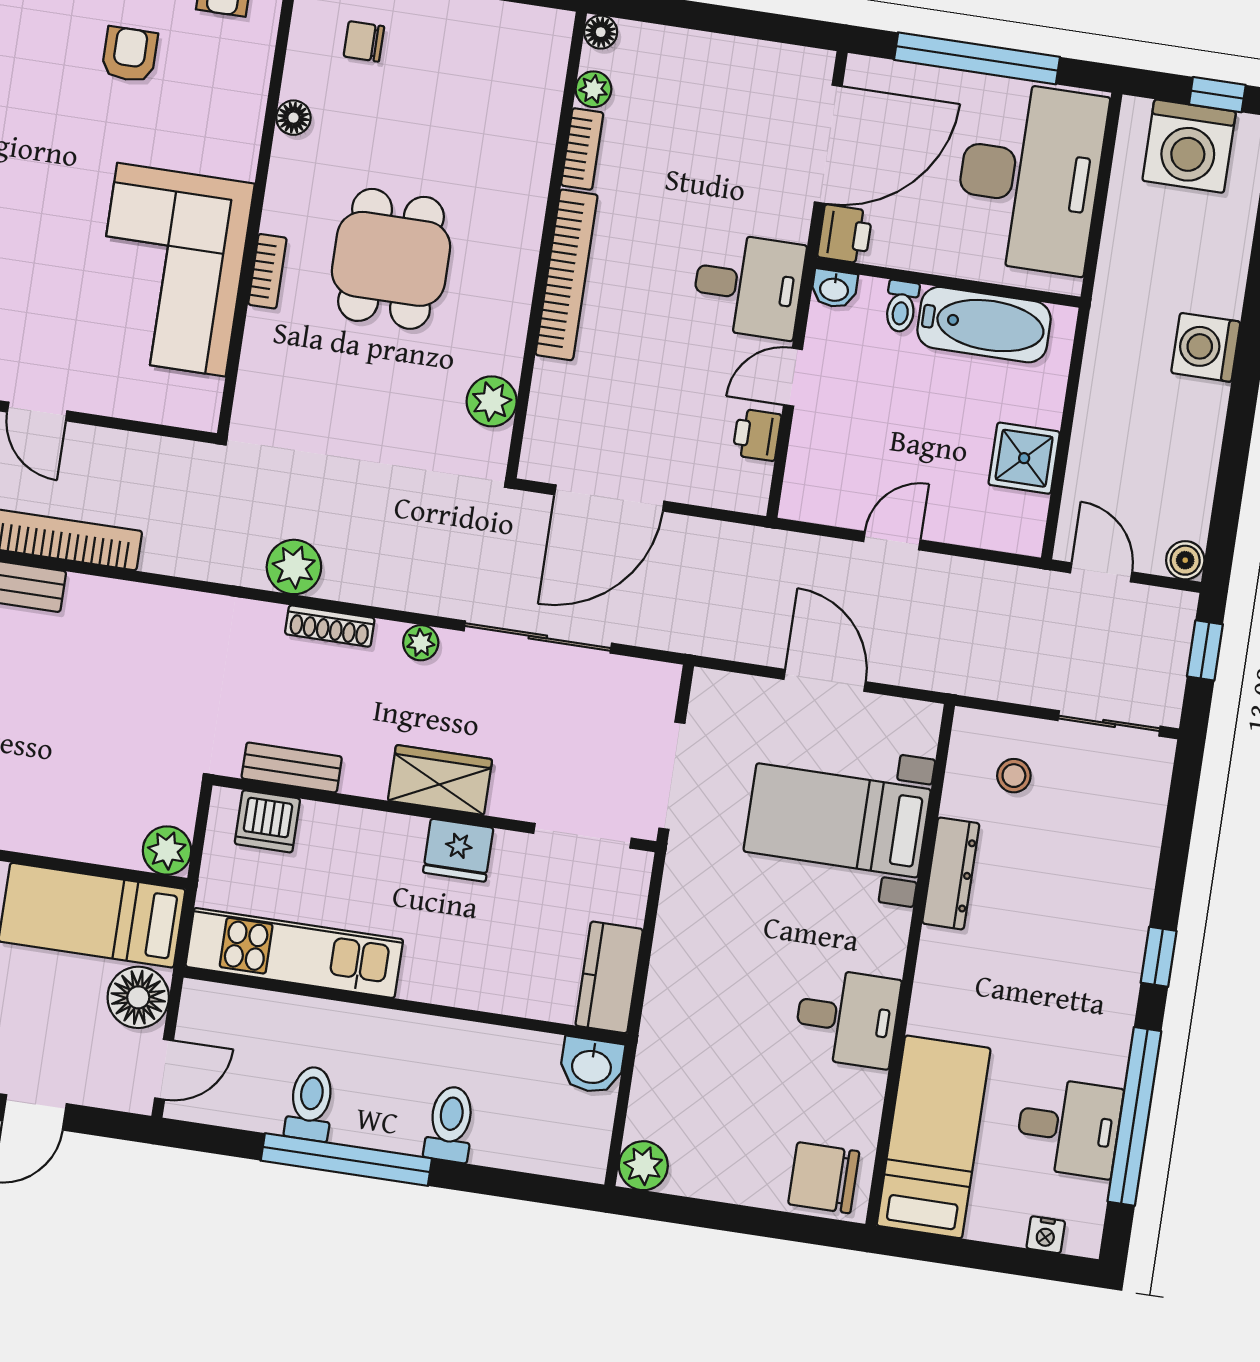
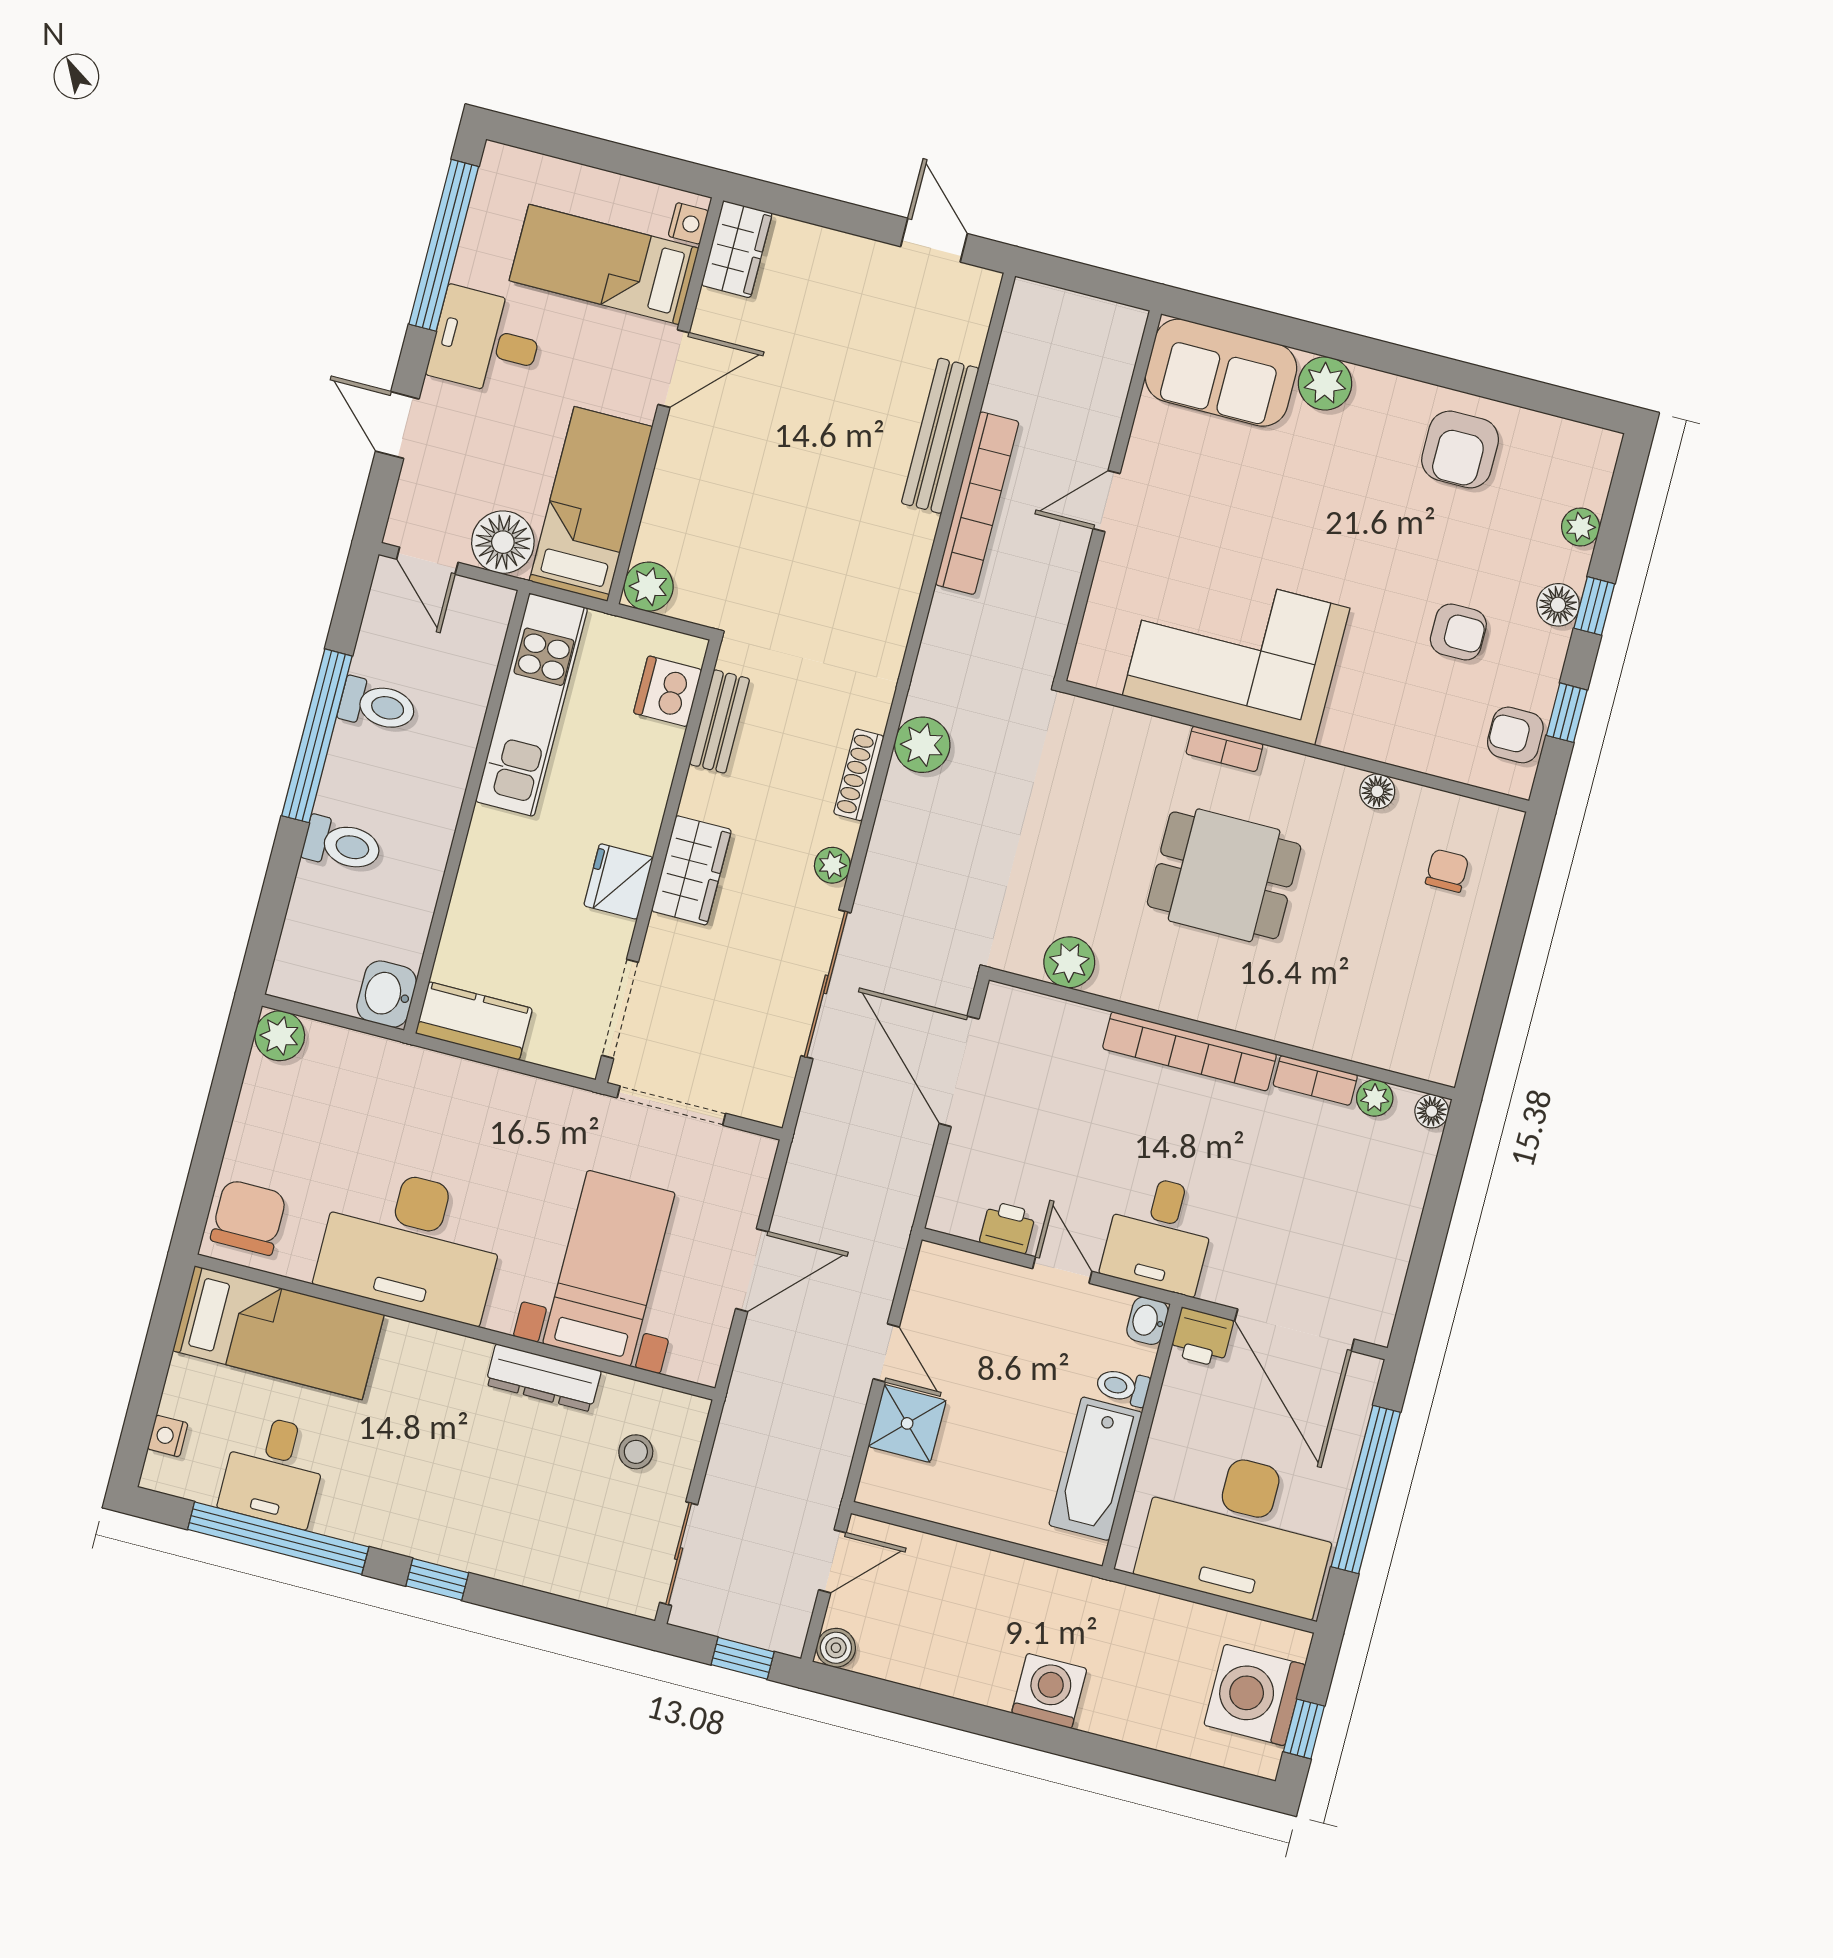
shower: (1024, 458) -> (907, 1423), moved
desk: (847, 1018) -> (412, 1243), width x1.87, depth x1.30

